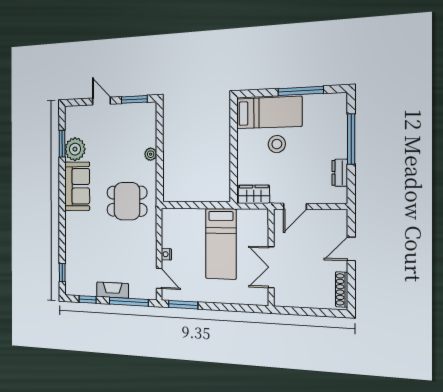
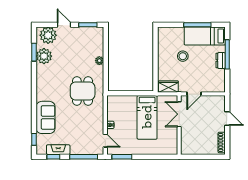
bed: (269, 113) -> (205, 36), moved, turned 180
plant: (80, 118) -> (48, 35), added
dresser: (340, 173) -> (221, 60), moved
sofa: (77, 186) -> (46, 117), moved
dining table: (127, 201) -> (83, 91), turned 90
door: (351, 249) -> (227, 118), swing flipped
double door: (271, 267) -> (179, 114), moved
fireplace: (113, 290) -> (58, 150), moved

